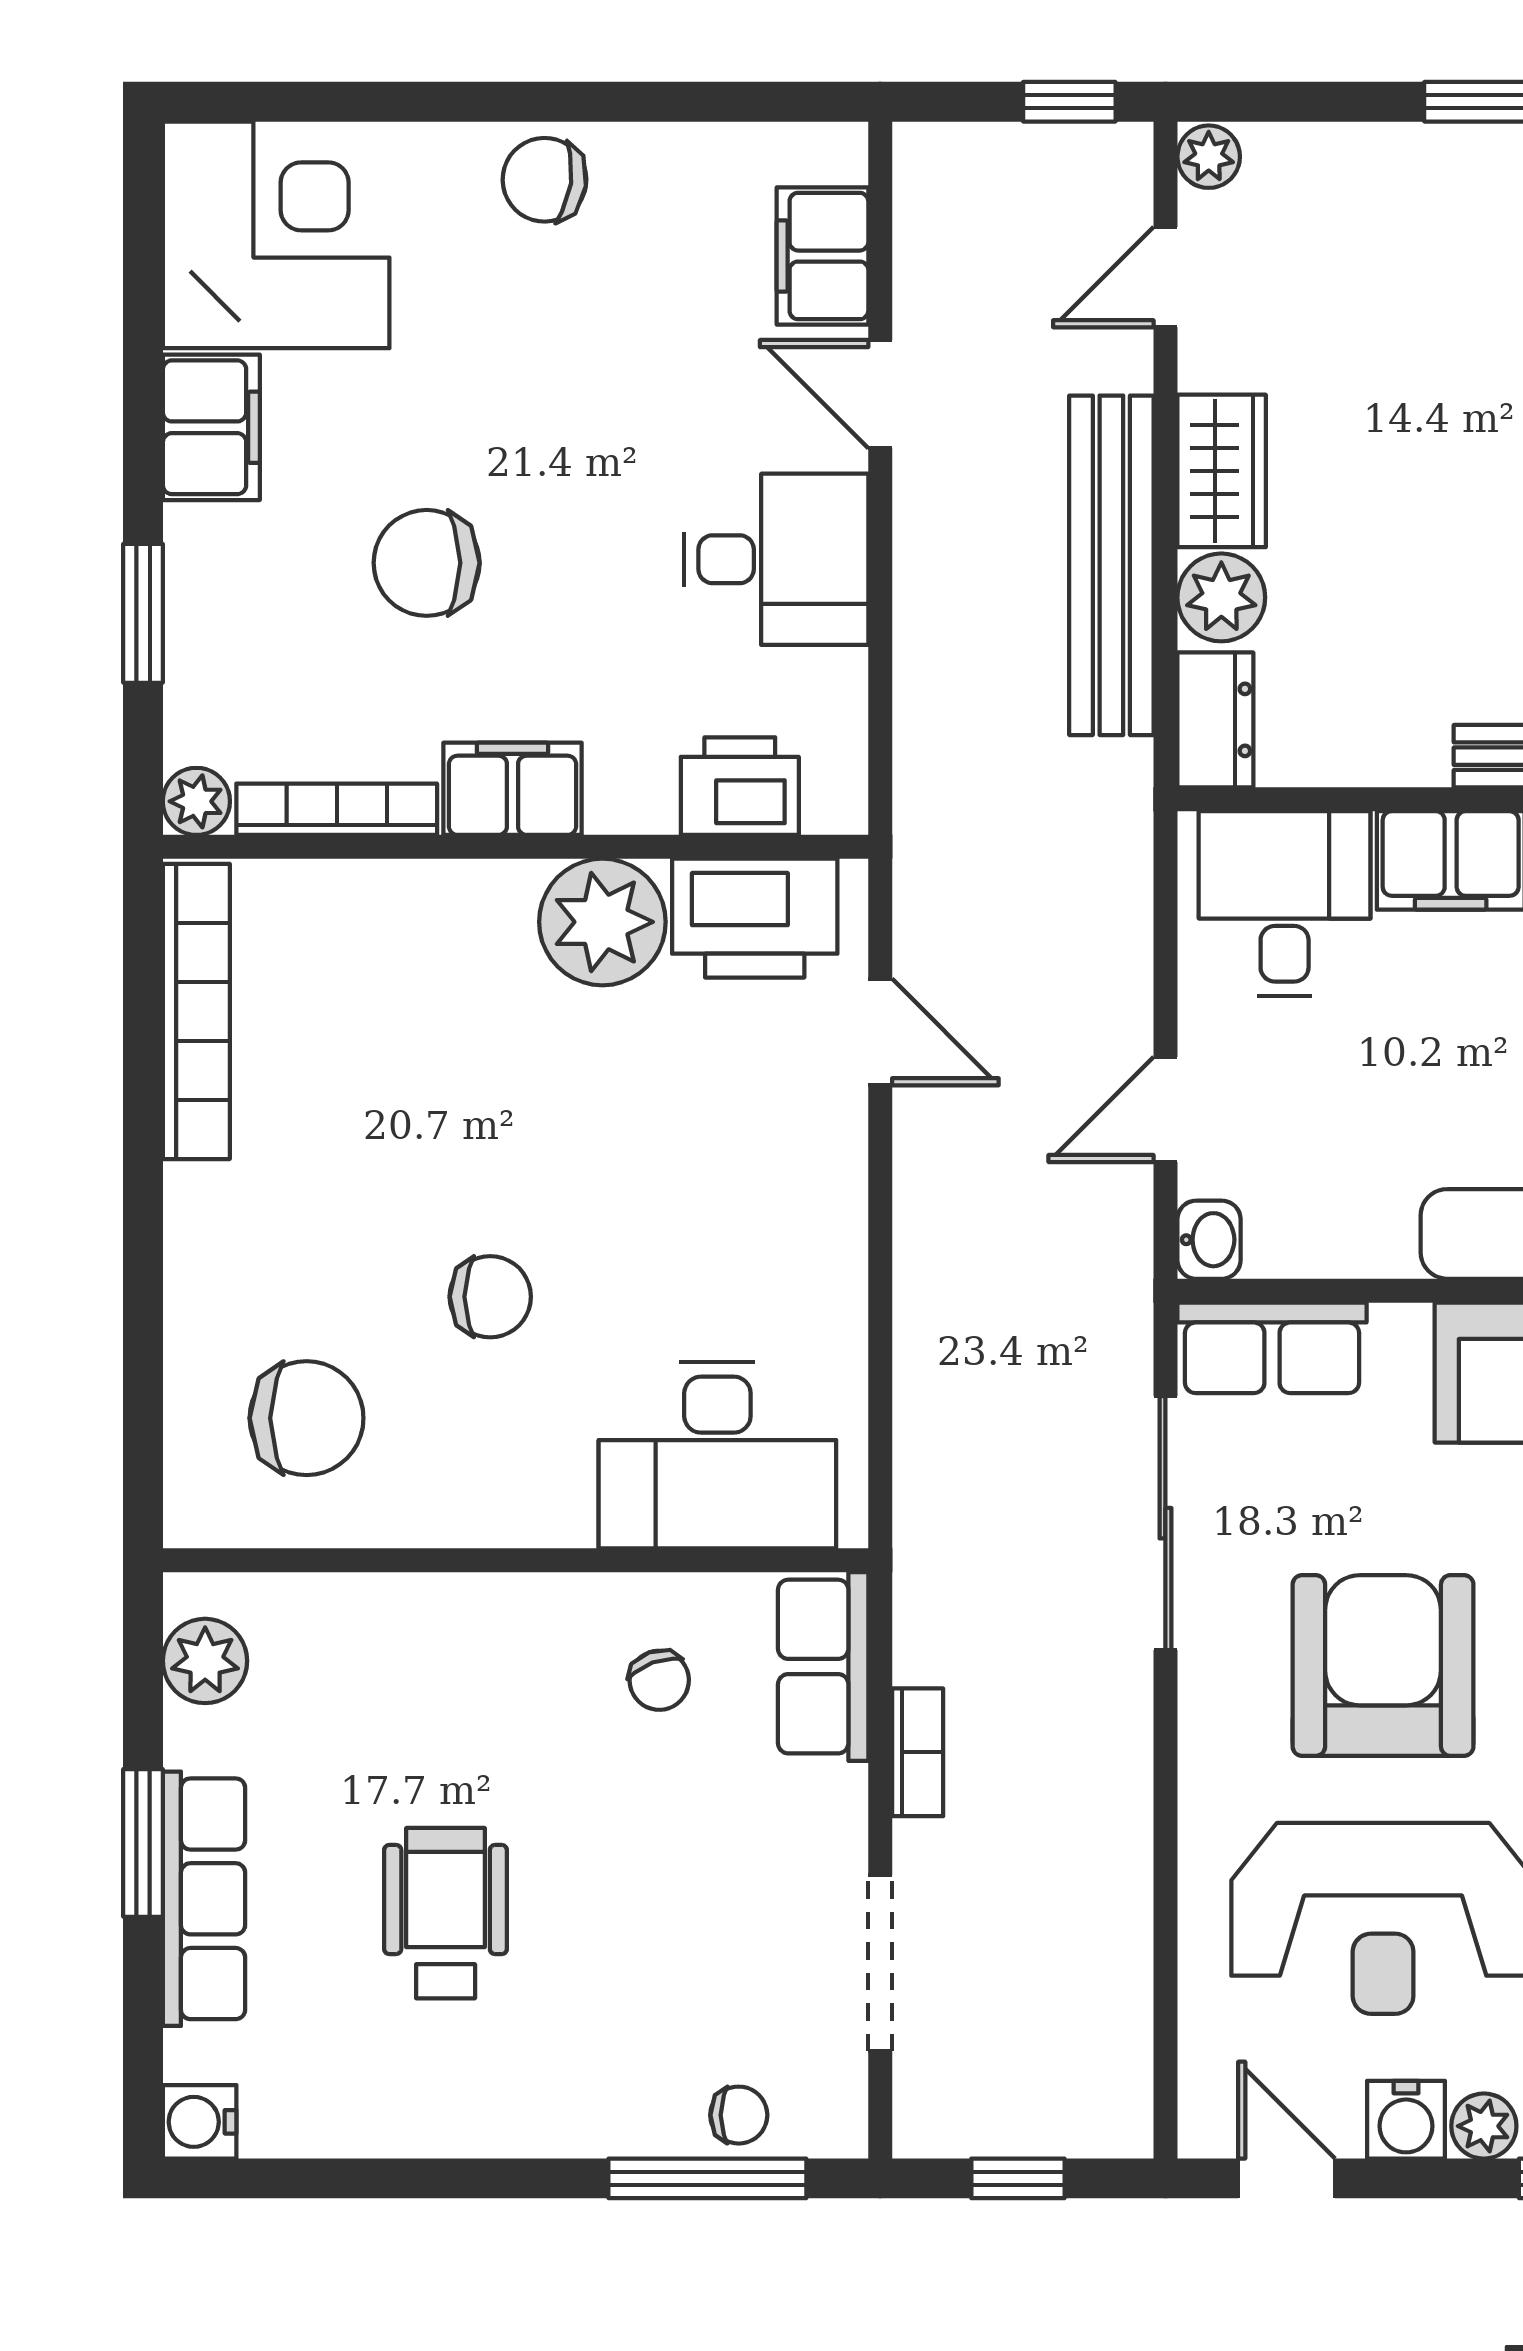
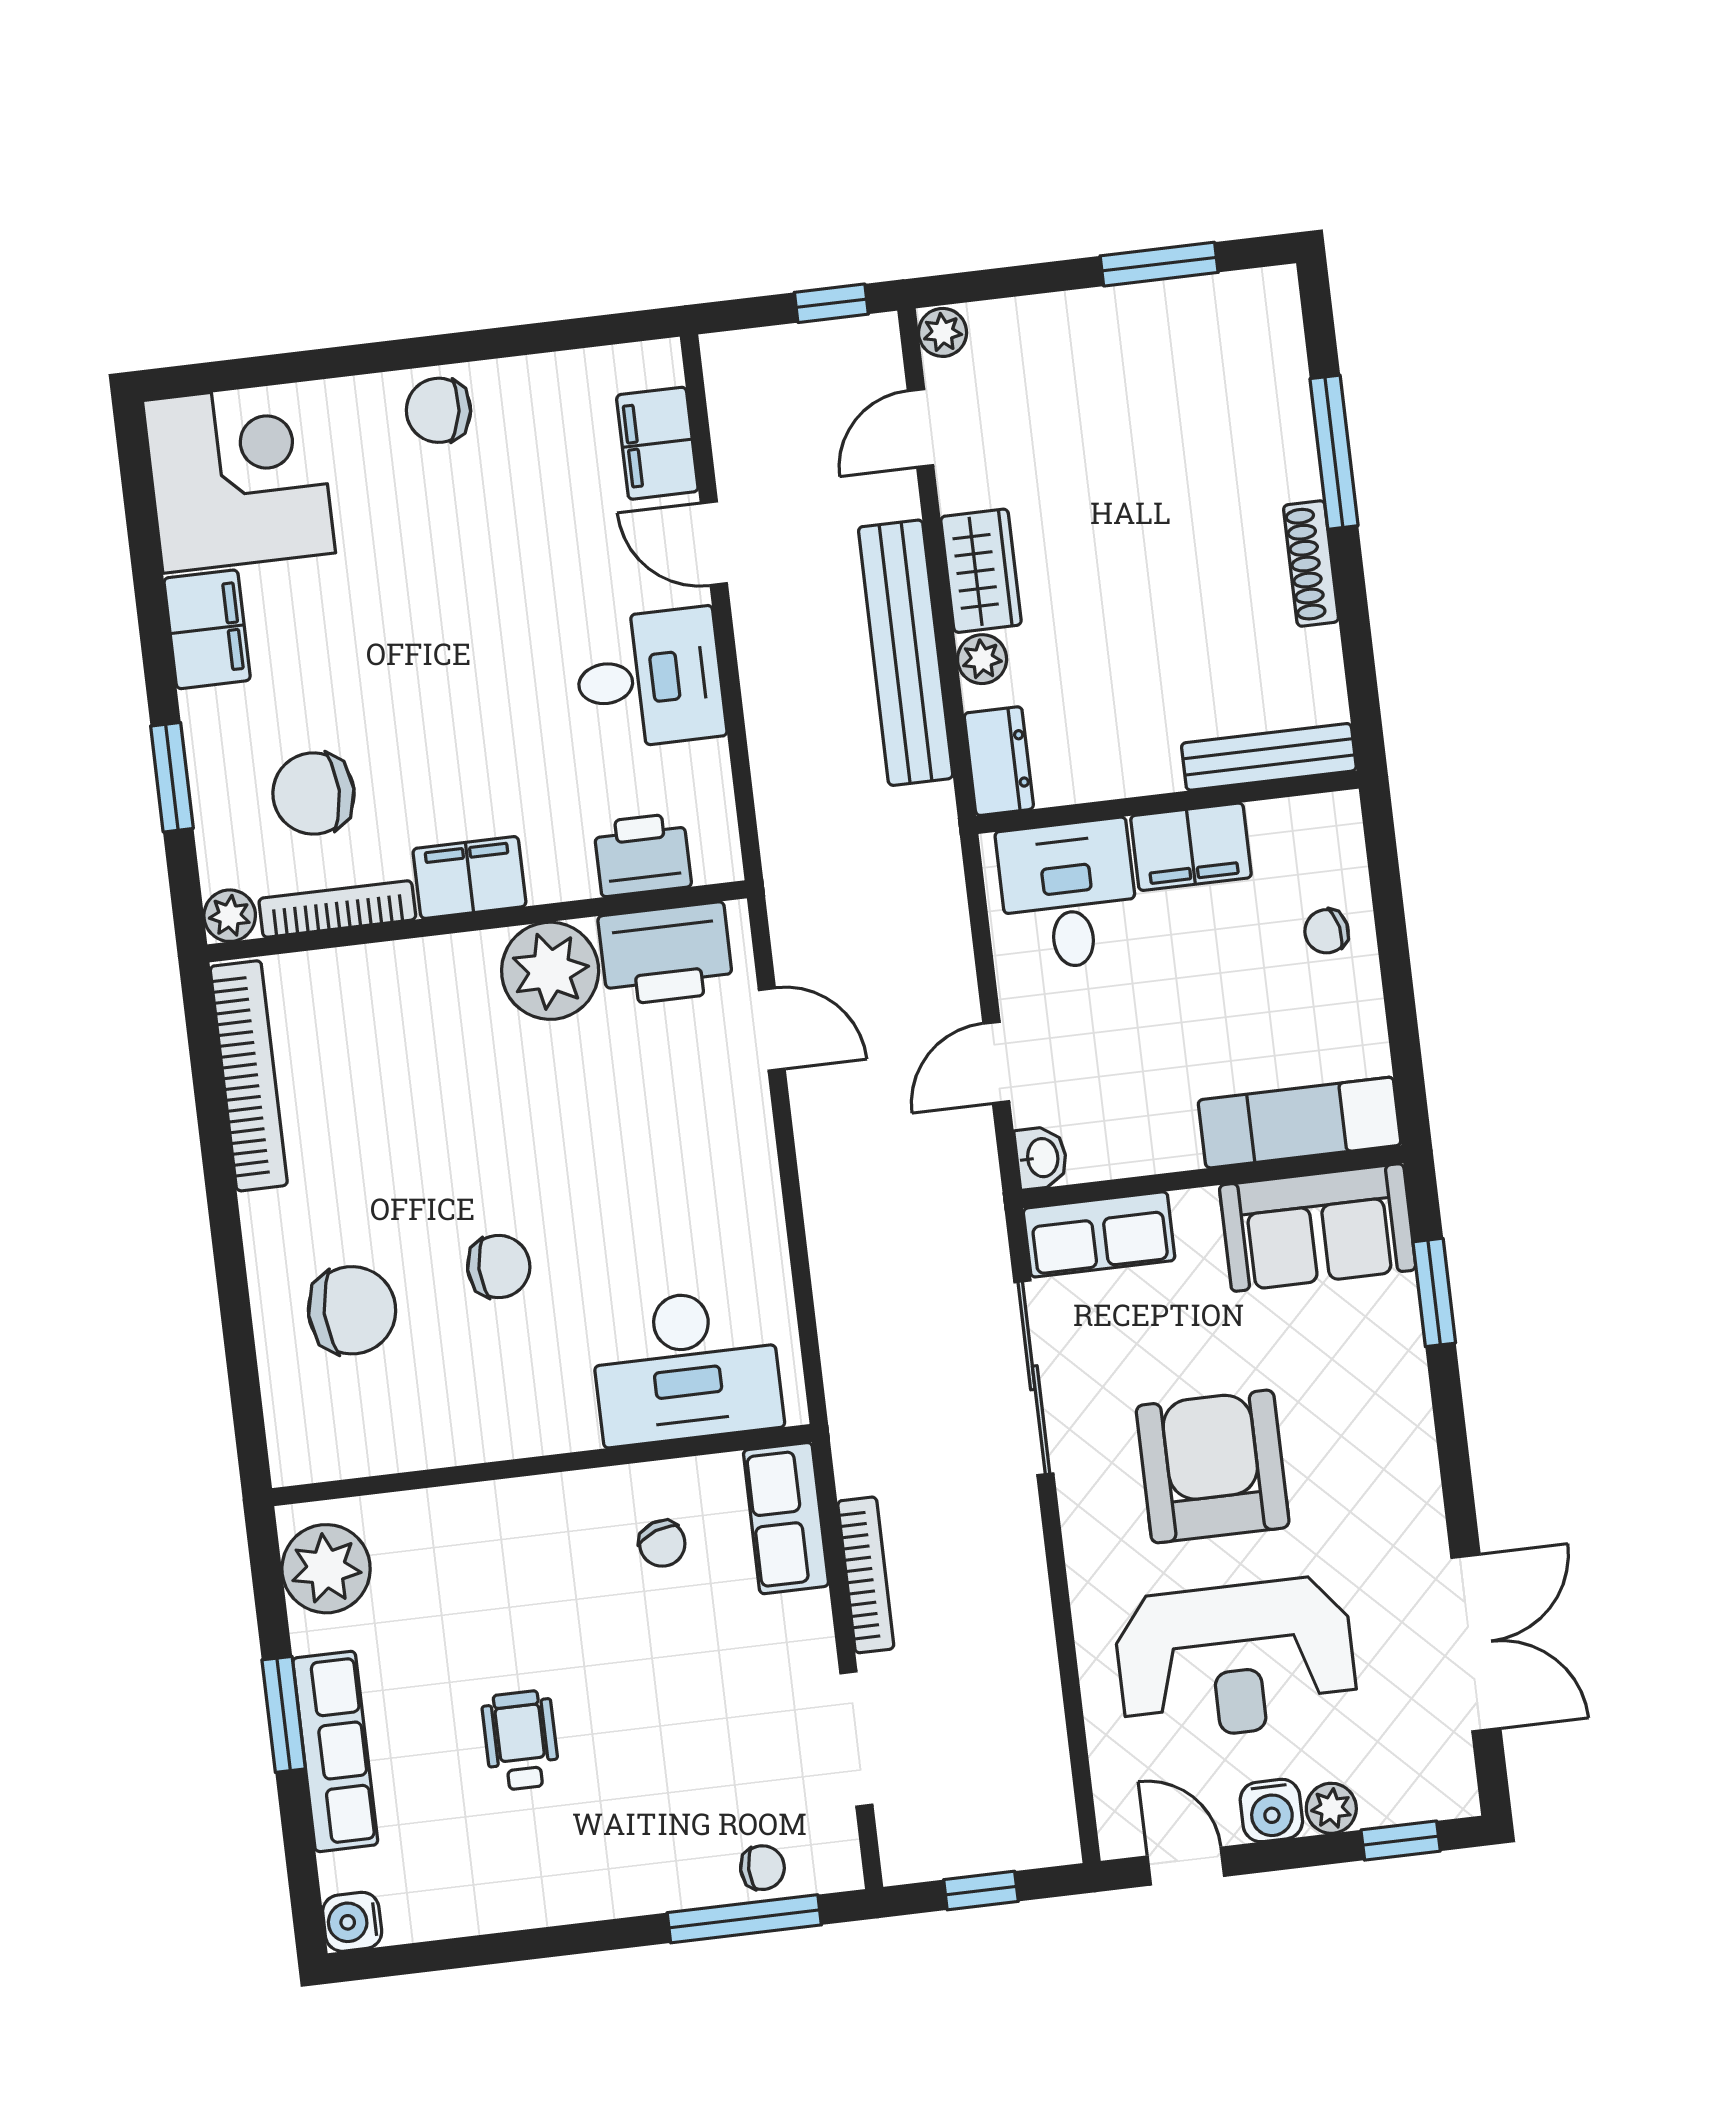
chair: (427, 563) -> (313, 793), moved
plant: (1221, 597) -> (982, 659), width x0.73, depth x0.73
chair: (307, 1418) -> (352, 1310), moved
plant: (205, 1661) -> (326, 1569), width x1.36, depth x1.36
bookcase: (918, 1752) -> (866, 1575), width x1.56
wheelchair: (446, 1913) -> (521, 1740), width x0.73, depth x0.73

